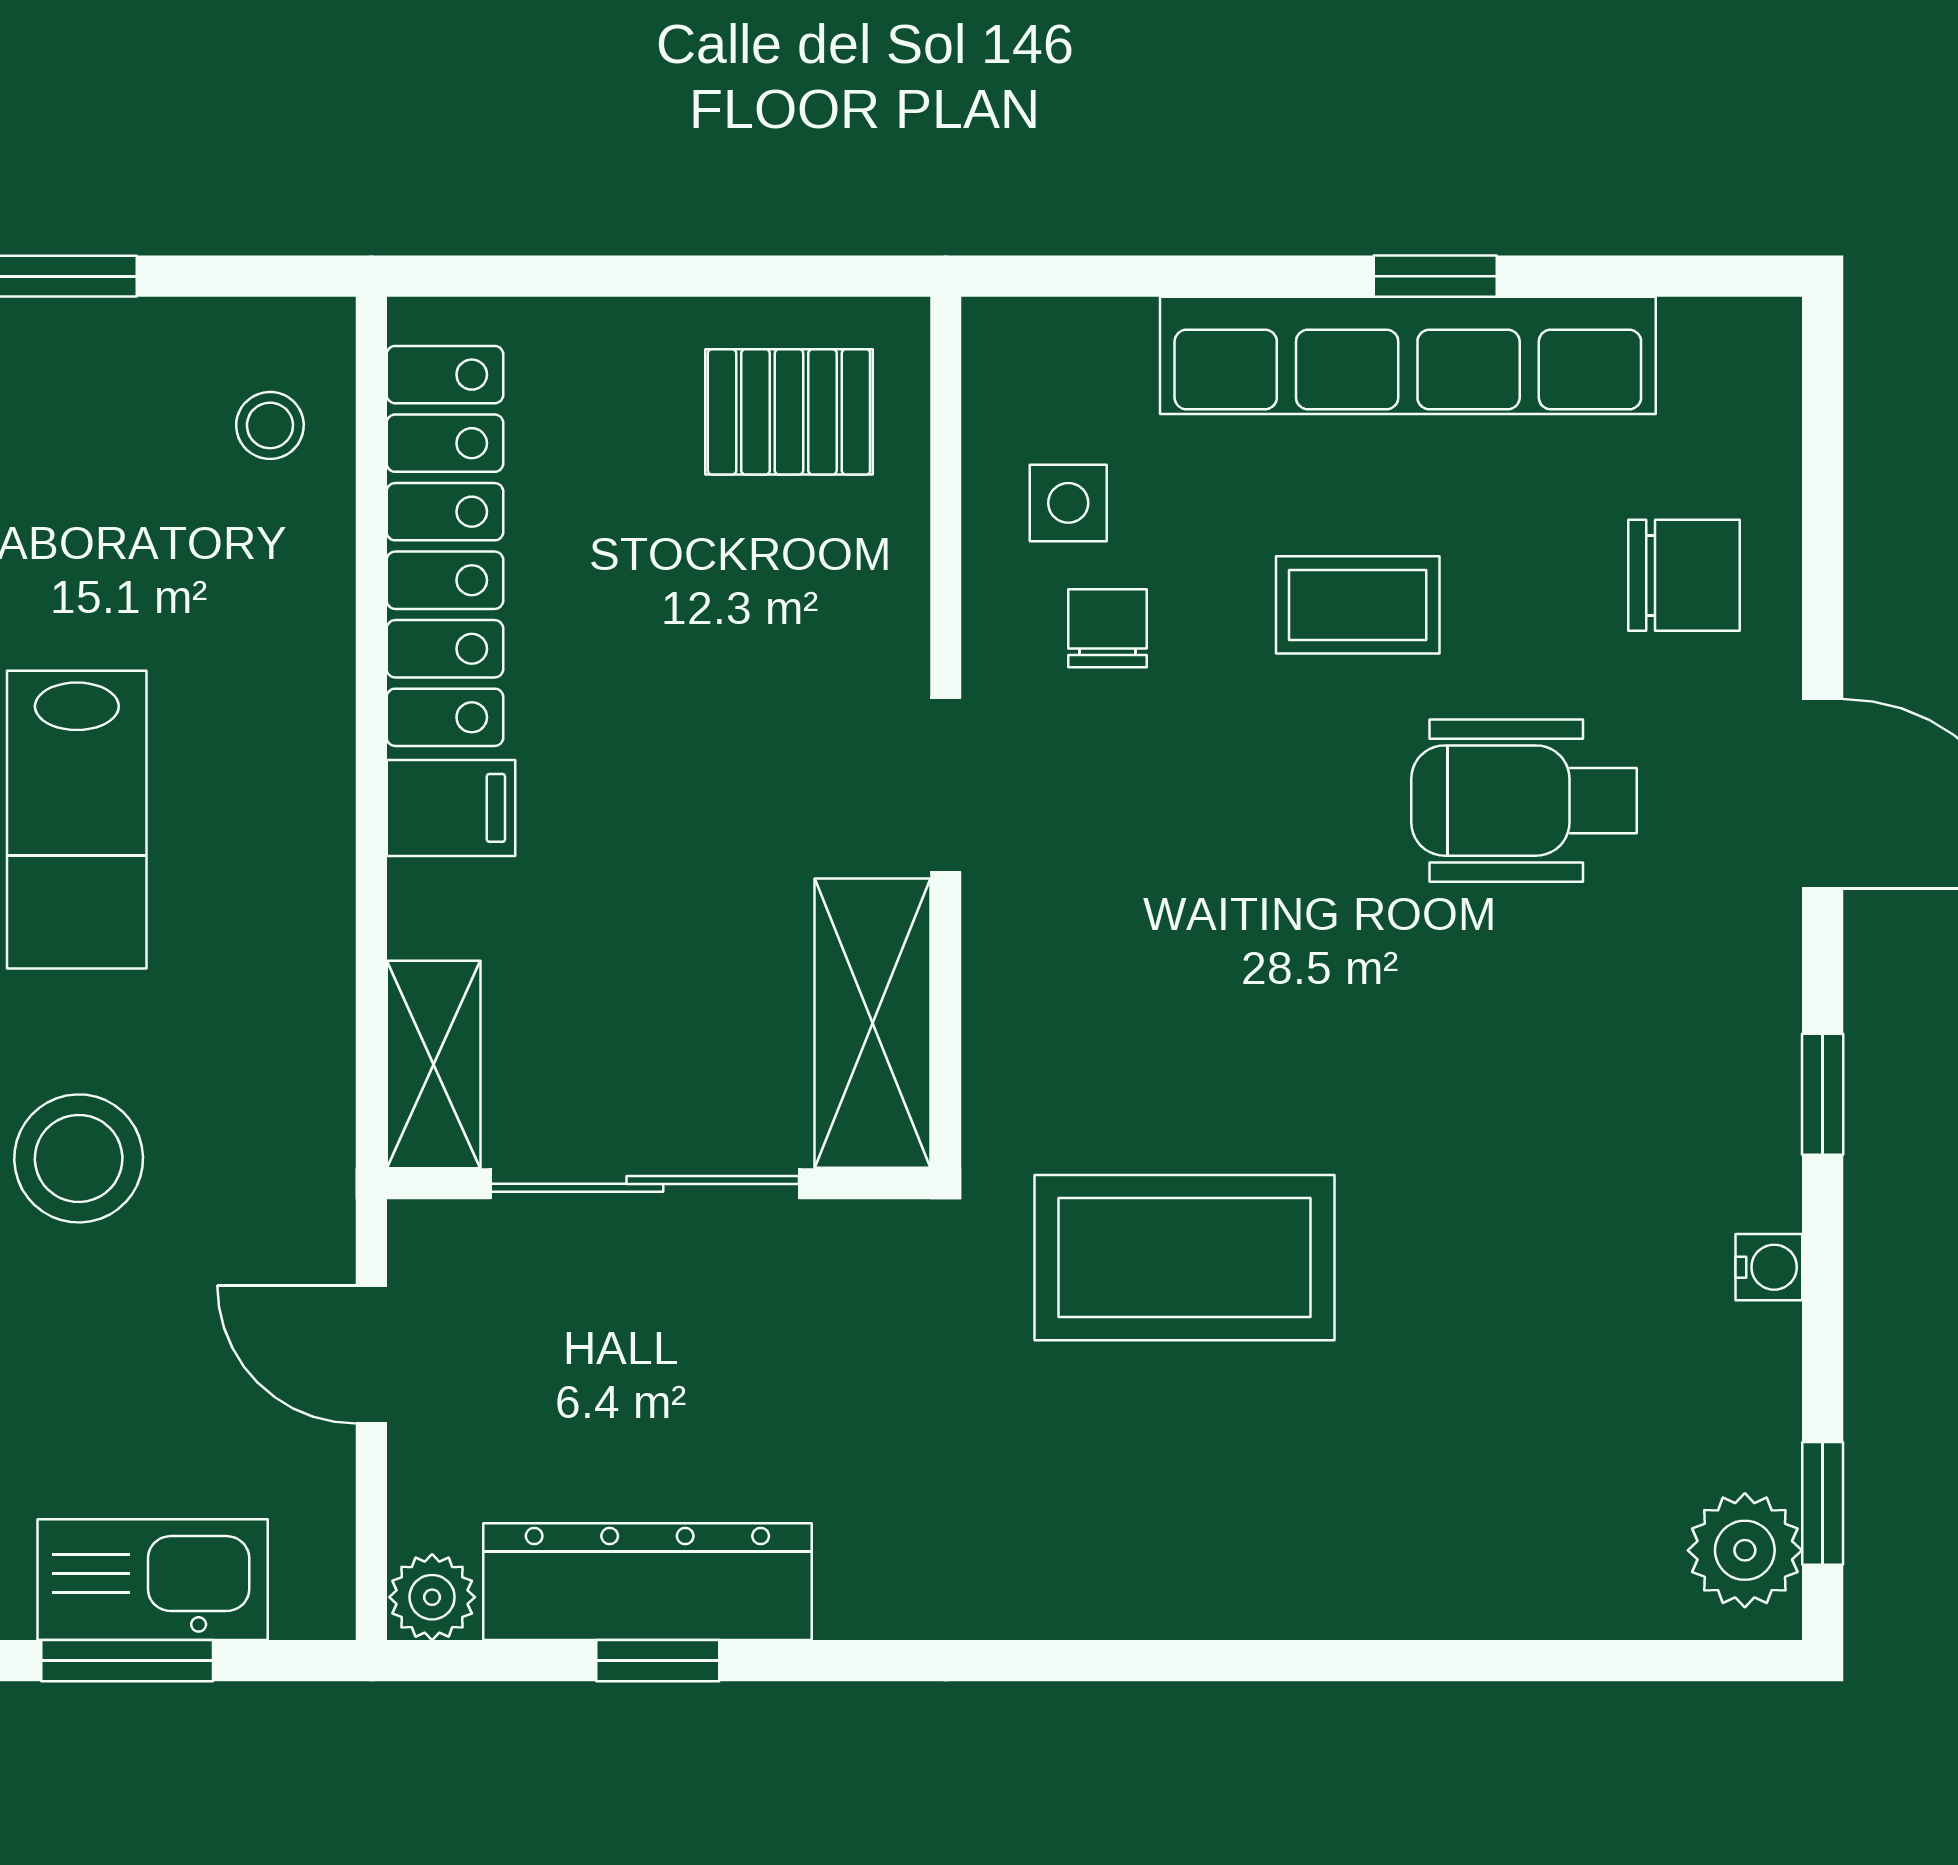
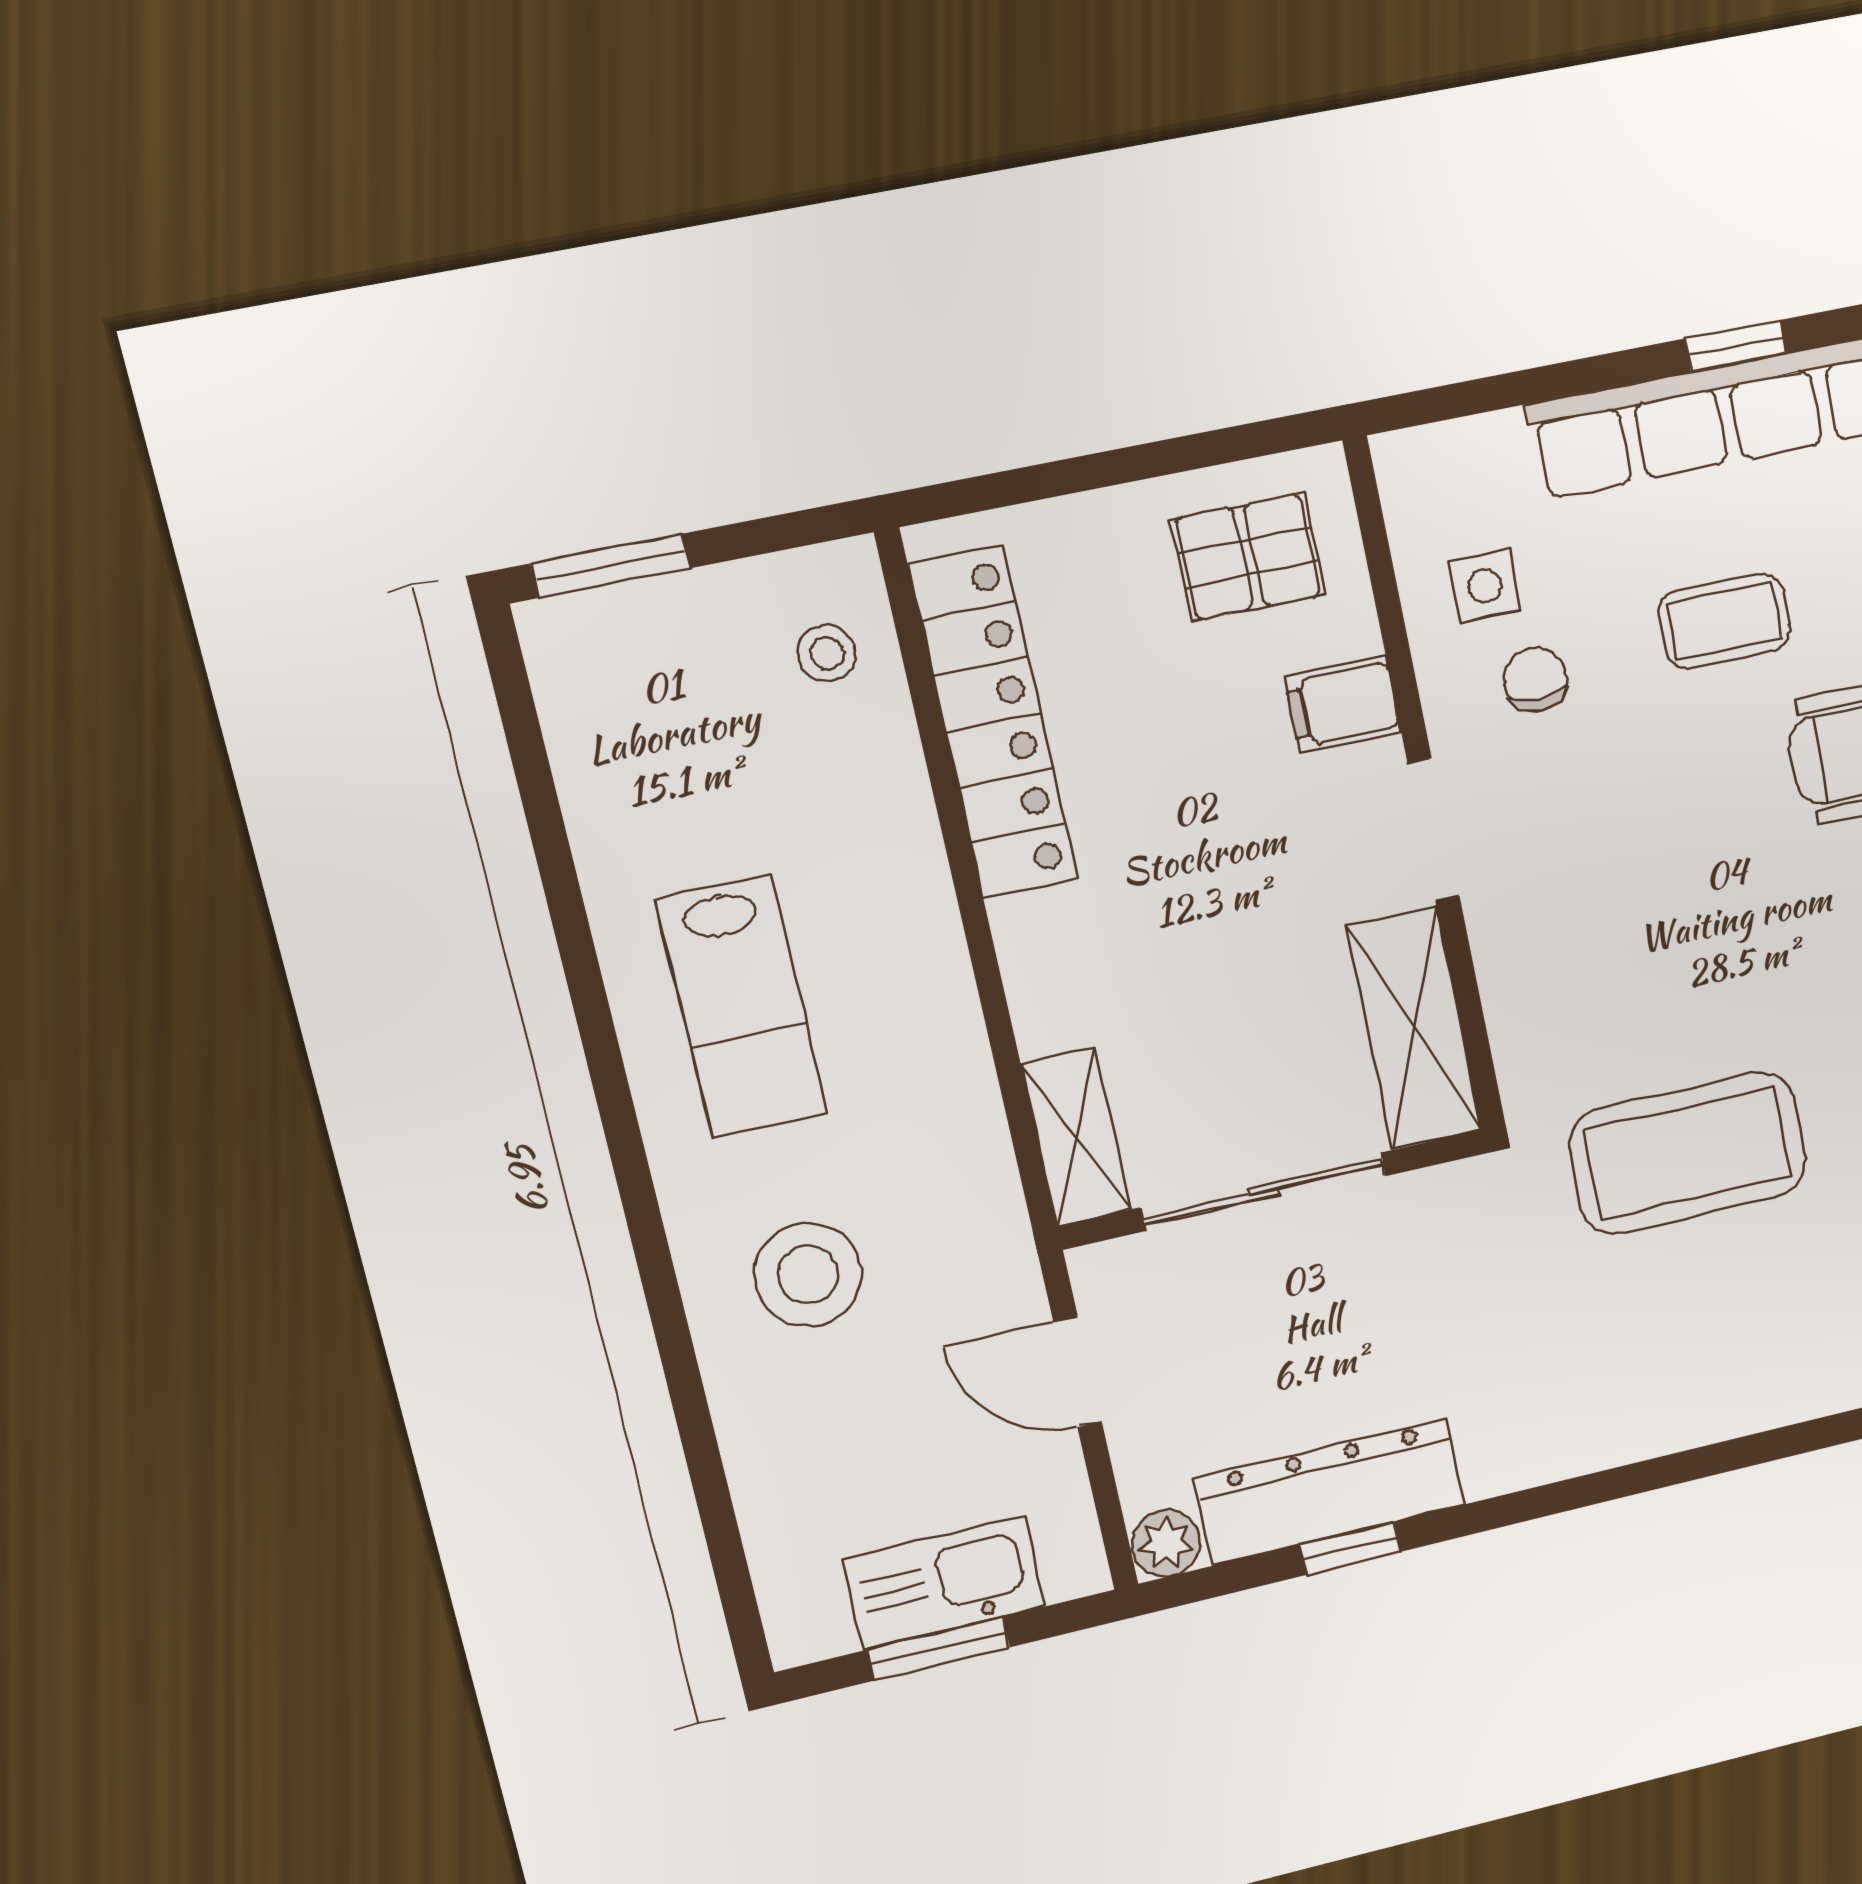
filing cabinet: (451, 808) -> (1343, 705), moved, turned 180

